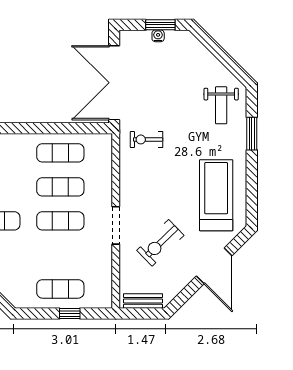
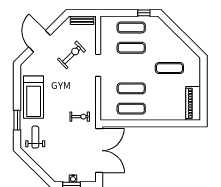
treadmill: (216, 195) -> (34, 97), moved
exercise mat: (60, 221) -> (131, 48), moved
window: (70, 313) -> (144, 13), moved

